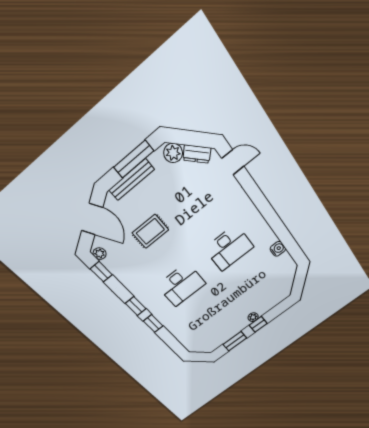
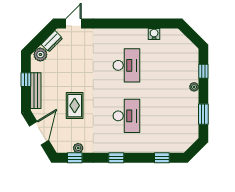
window: (134, 159) -> (26, 80), width x0.46
door: (92, 219) -> (39, 133), hinge flipped
plant: (100, 254) -> (78, 148), moved
window: (153, 323) -> (162, 158), moved
window: (258, 324) -> (203, 71), moved

